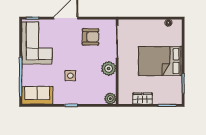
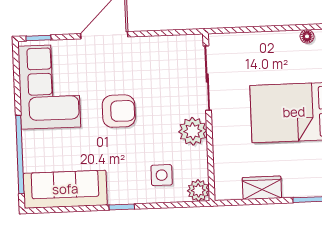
armchair: (90, 37) -> (119, 111), moved
side table: (70, 76) -> (162, 175), moved
sofa: (37, 95) -> (65, 189), width x1.36

